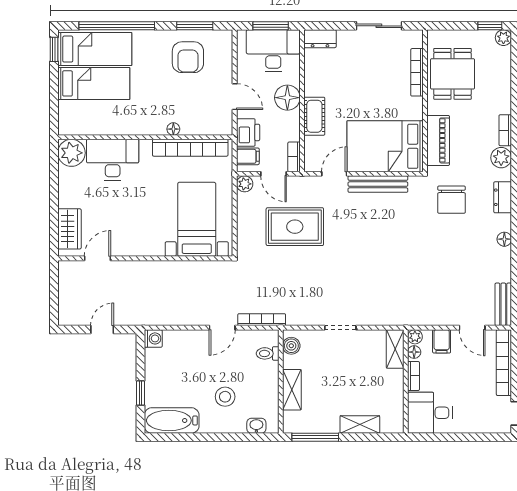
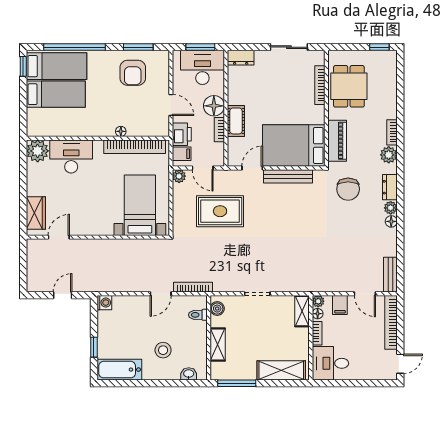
plant: (503, 38) -> (391, 208), moved
bookcase: (294, 157) -> (219, 130), moved
shelving: (360, 424) -> (281, 370), width x1.50, depth x1.33

